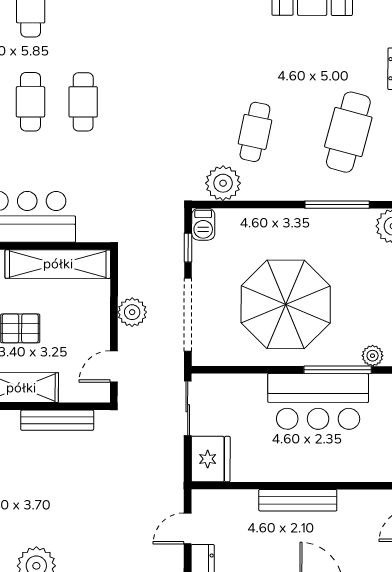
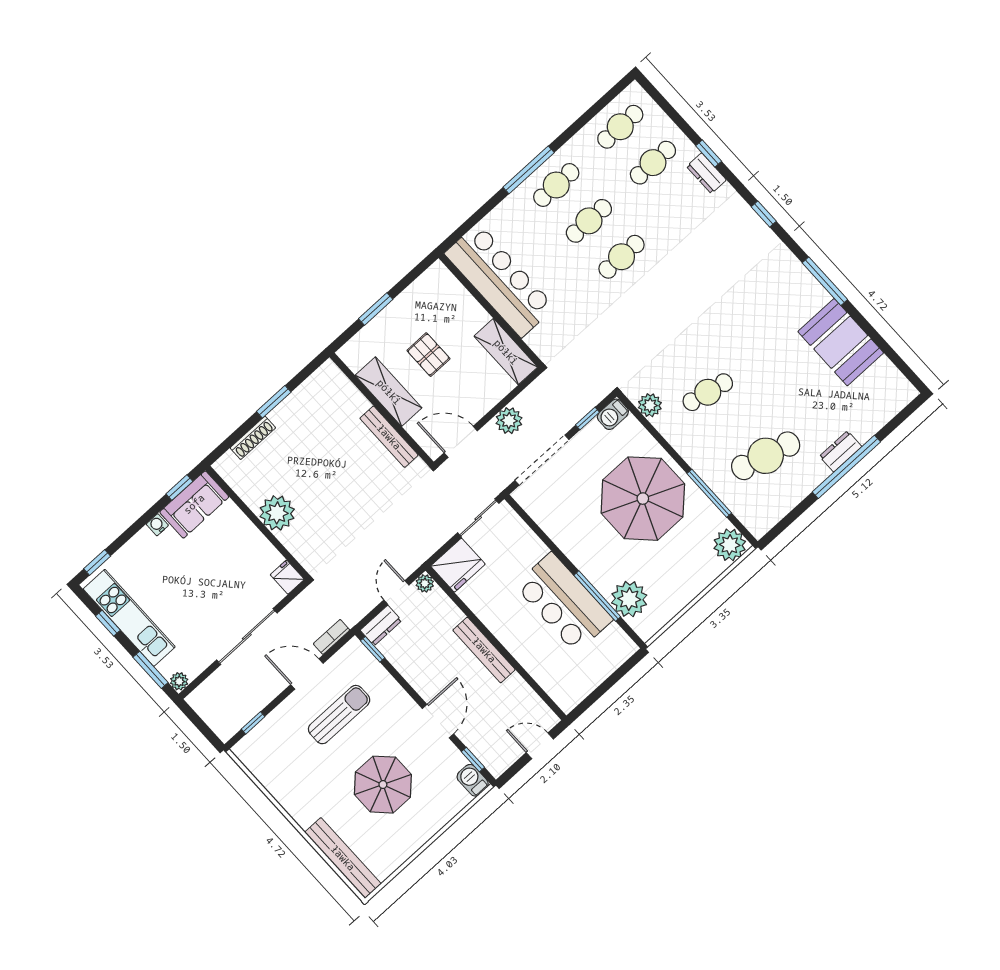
plant: (223, 183) -> (650, 405), width x0.73, depth x0.73
shelving: (58, 264) -> (506, 352), width x0.68
parasol: (286, 304) -> (643, 499), moved
plant: (373, 356) -> (629, 599), width x1.87, depth x1.87
door: (114, 366) -> (461, 442), width x1.38
plant: (201, 499) -> (425, 583), added
door: (188, 528) -> (396, 593), hinge flipped

